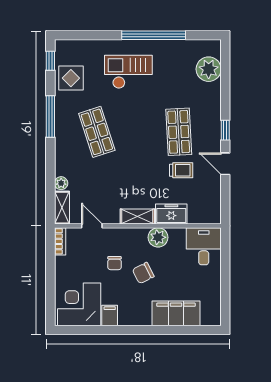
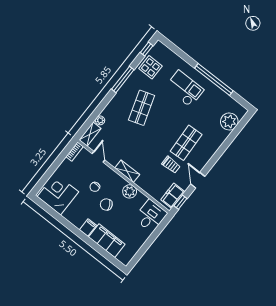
window: (225, 130) -> (180, 202), moved
freezer: (171, 214) -> (173, 196), moved, turned -90
filing cabinet: (110, 315) -> (88, 228), moved

